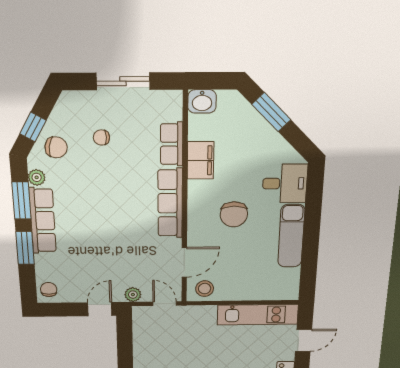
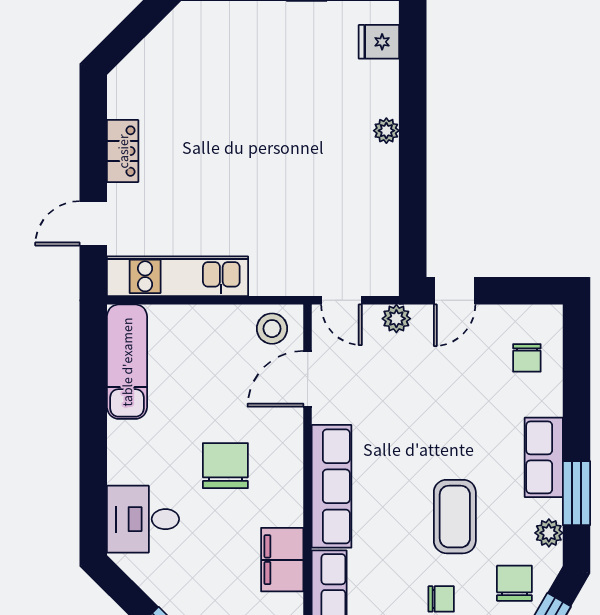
chair: (56, 147) -> (514, 583), turned 81
coffee table: (95, 186) -> (455, 517), added
row of seats: (43, 221) -> (544, 457), width x0.68
exam couch: (291, 236) -> (127, 362), moved
window: (25, 248) -> (576, 408), removed
chair: (49, 290) -> (527, 358), moved

